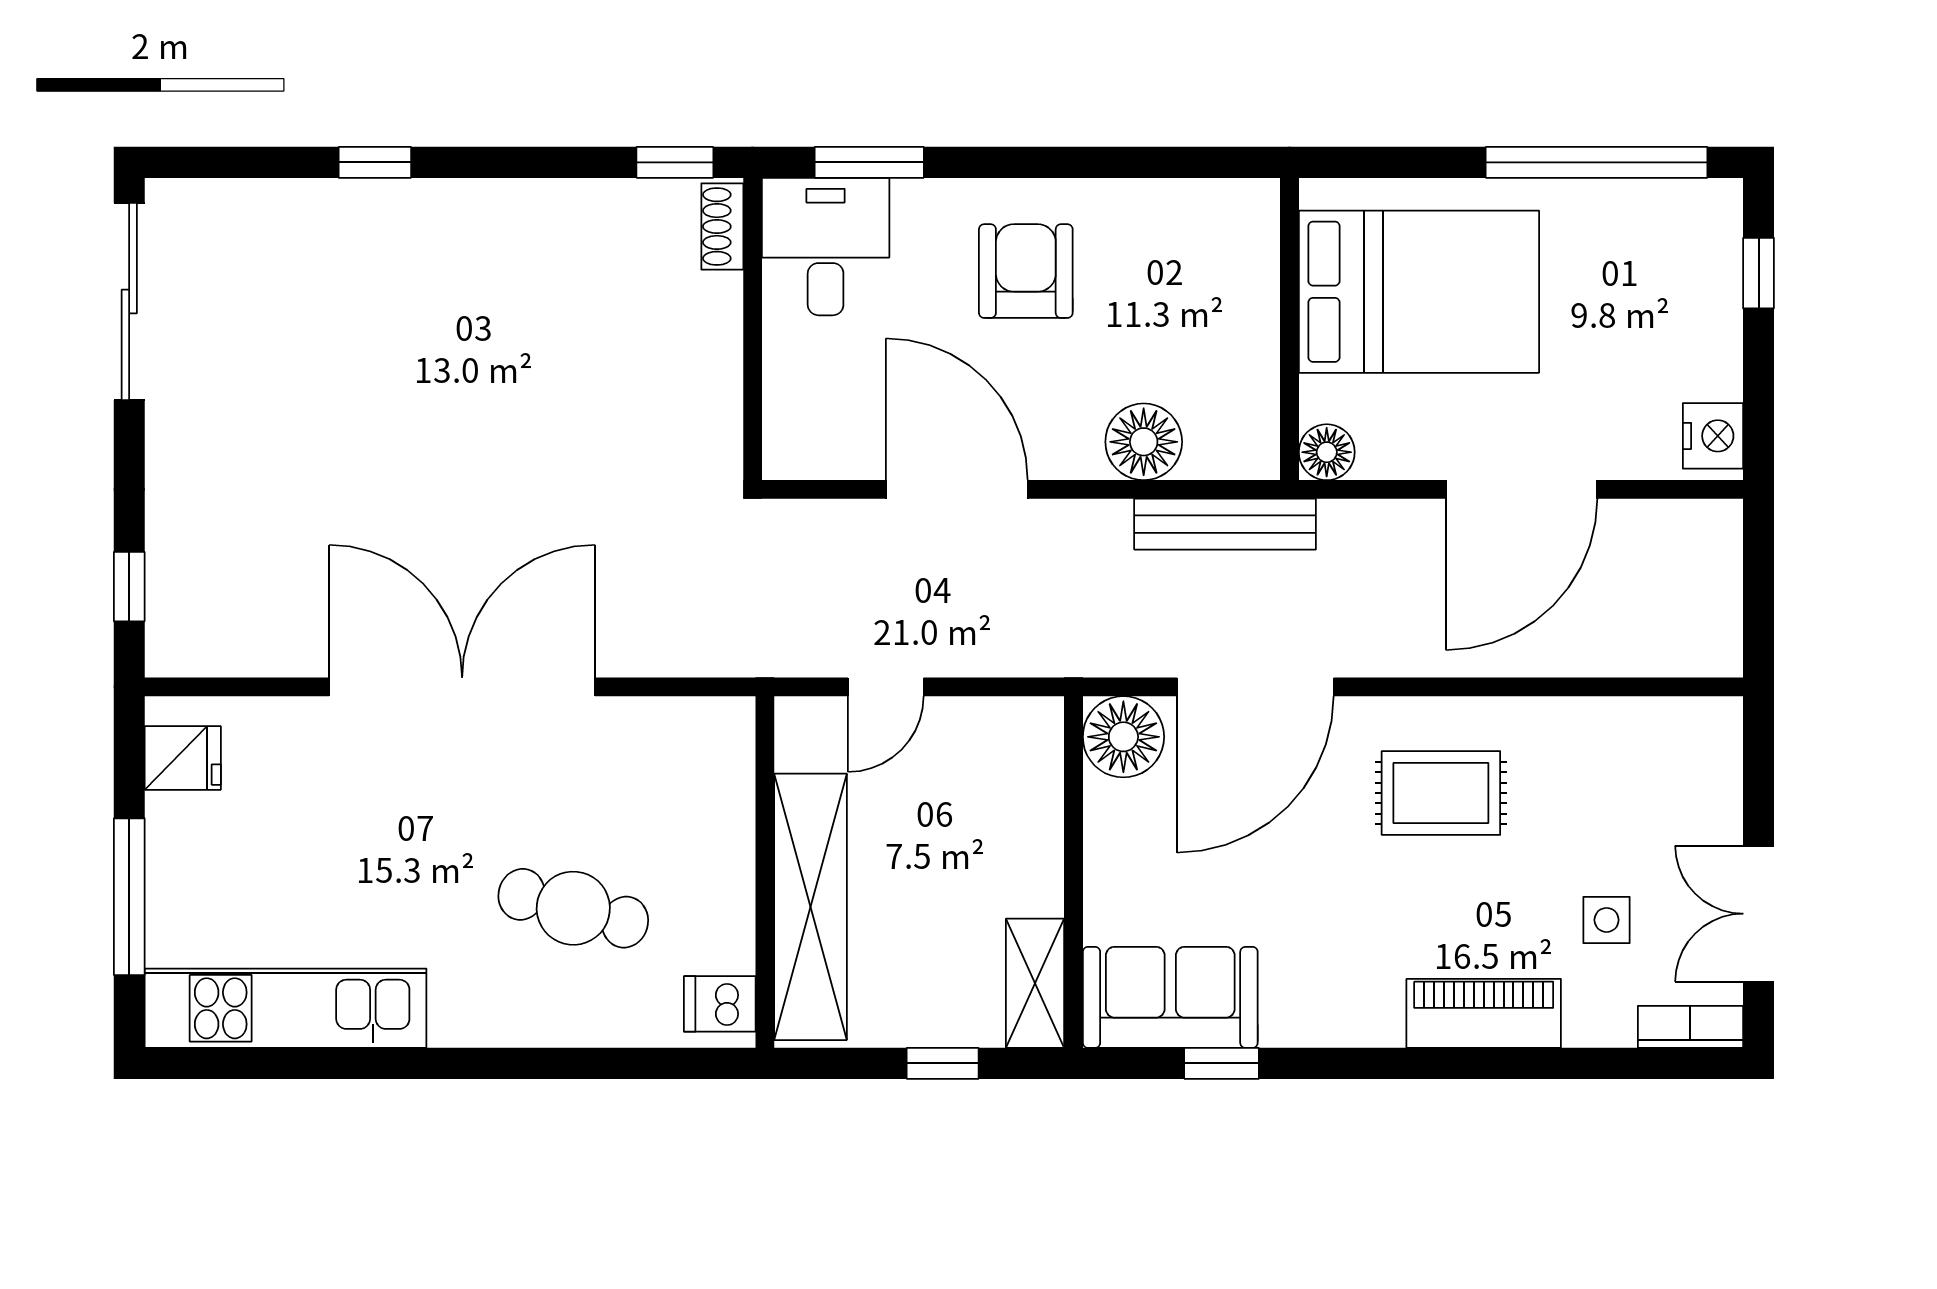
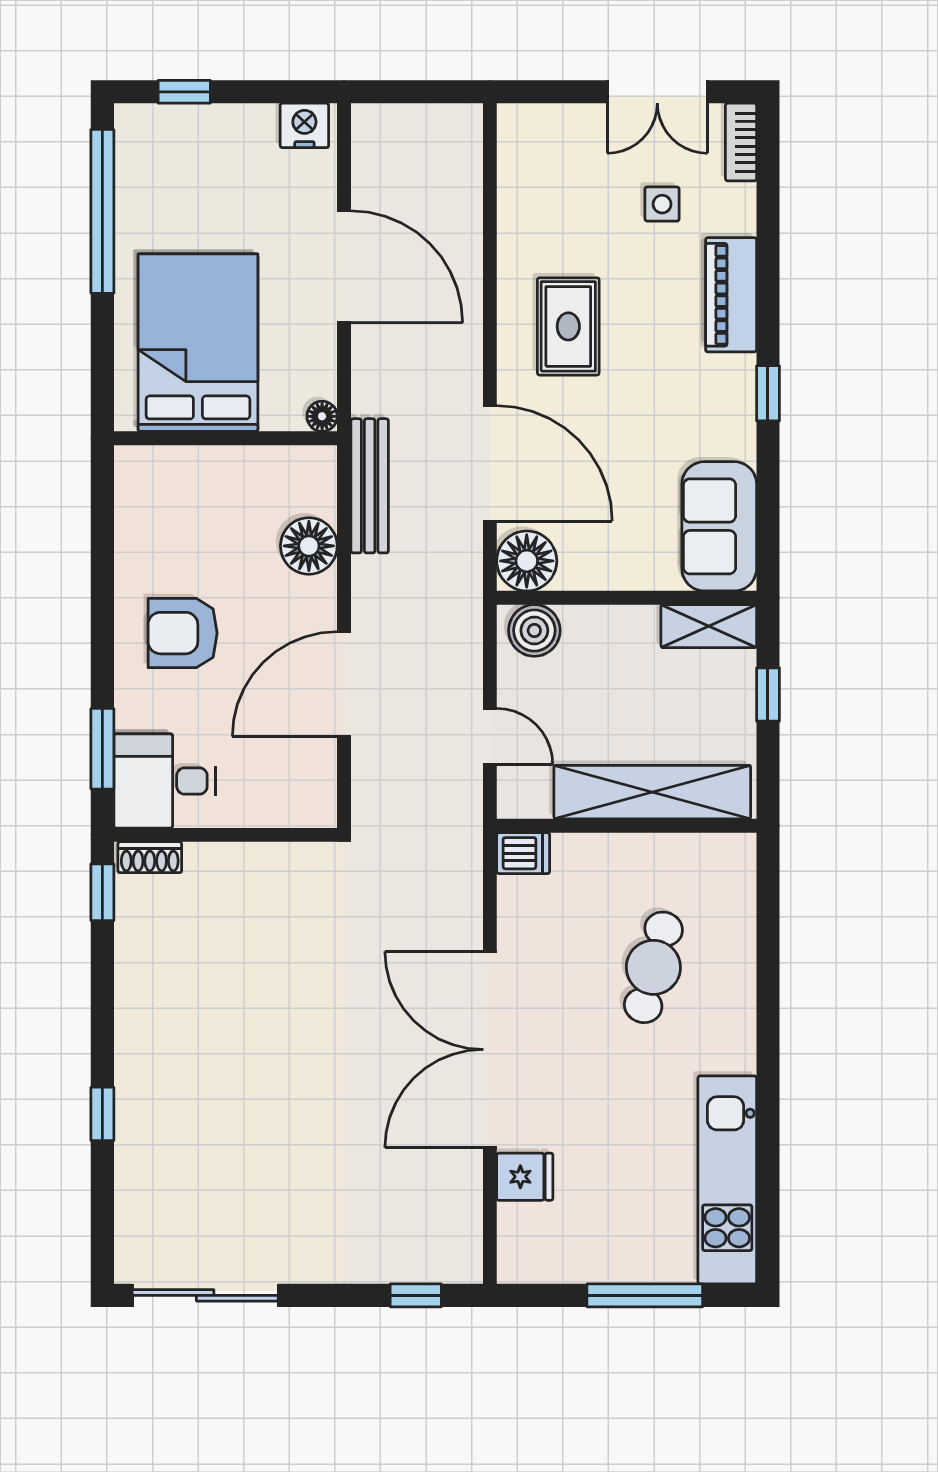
floor lamp: (1327, 452) -> (322, 416), width x0.73, depth x0.73
boiler: (1029, 747) -> (534, 630), added
fridge: (183, 758) -> (525, 1177), moved, turned 90
dishwasher: (720, 1004) -> (523, 853), moved, turned -90
window: (1222, 1063) -> (768, 393), moved

